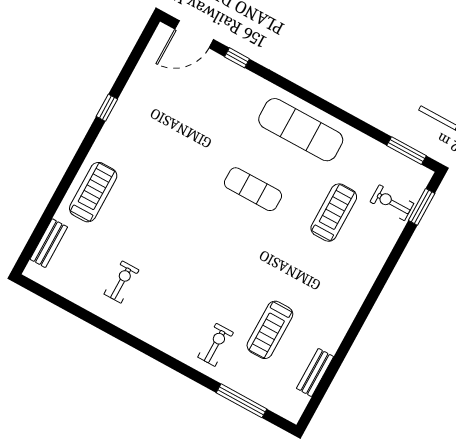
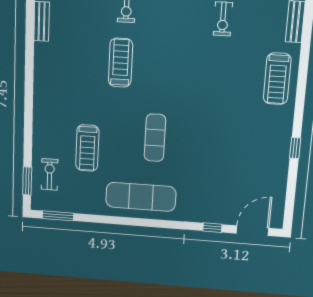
exercise mat: (253, 189) -> (155, 138), turned 90
exercise bike: (392, 203) -> (50, 174), turned -90
treadmill: (270, 330) -> (120, 63), moved

